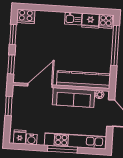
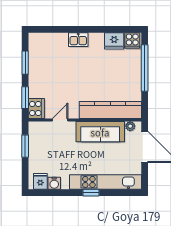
cooker: (26, 16) -> (36, 109), moved, turned -90
kitchen sink: (73, 19) -> (78, 40), moved
door: (40, 85) -> (60, 120), width x0.53
window: (62, 149) -> (91, 193), width x0.46

